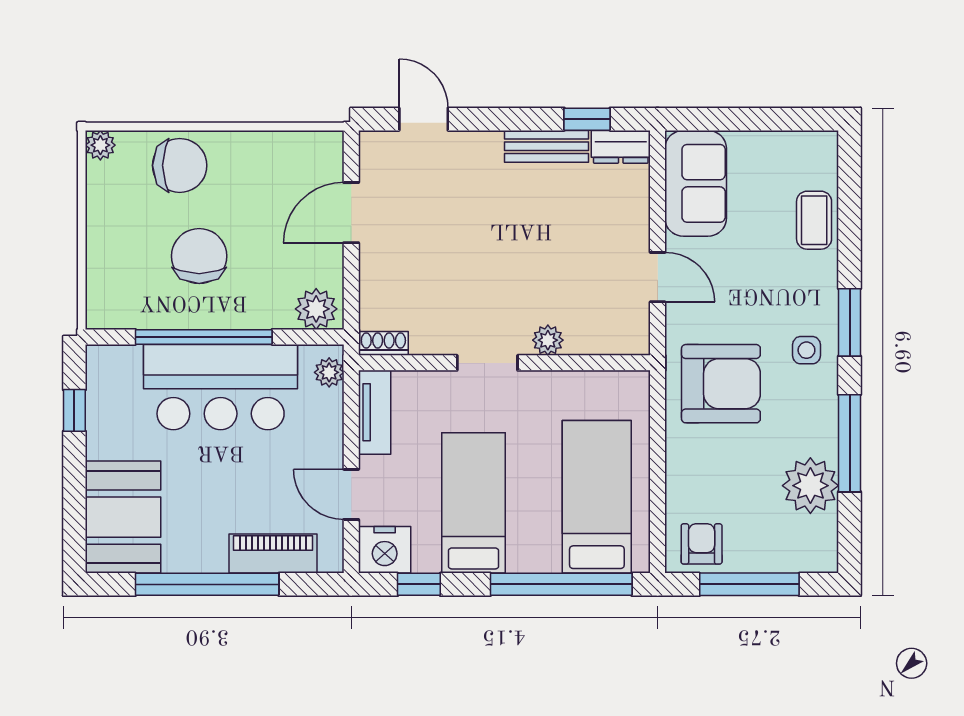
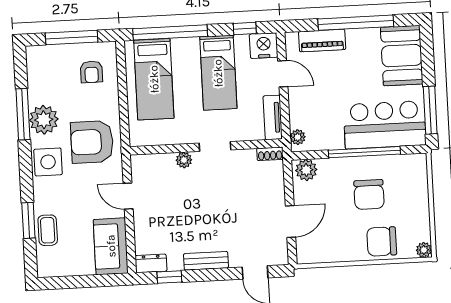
bench: (546, 146) -> (206, 261), moved
window: (850, 322) -> (28, 220), moved
side table: (806, 350) -> (48, 162), width x1.87, depth x1.87
bar counter: (221, 387) -> (385, 125), moved
window: (74, 410) -> (430, 110), width x2.17
plant: (810, 486) -> (44, 120), moved
armchair: (702, 544) -> (91, 72), moved

